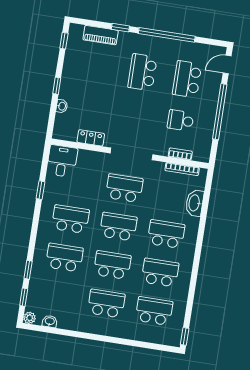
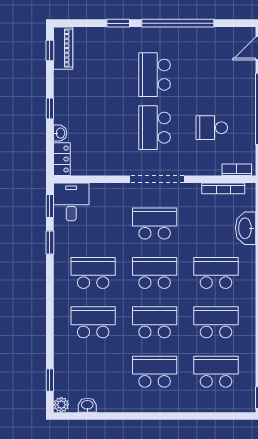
piano: (101, 35) -> (63, 48), moved, turned -90
school desk: (187, 79) -> (155, 128), moved
locker: (91, 138) -> (62, 159), moved, turned 90
bookcase: (180, 154) -> (237, 170), moved
window: (28, 270) -> (50, 206), moved

